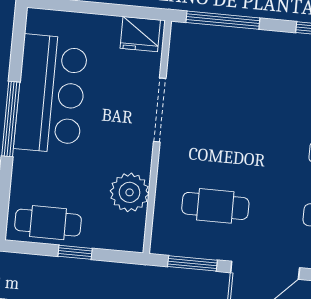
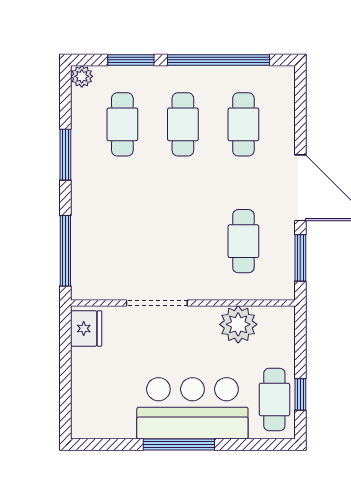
bar counter: (51, 94) -> (192, 408), moved
window: (75, 252) -> (300, 394), moved

